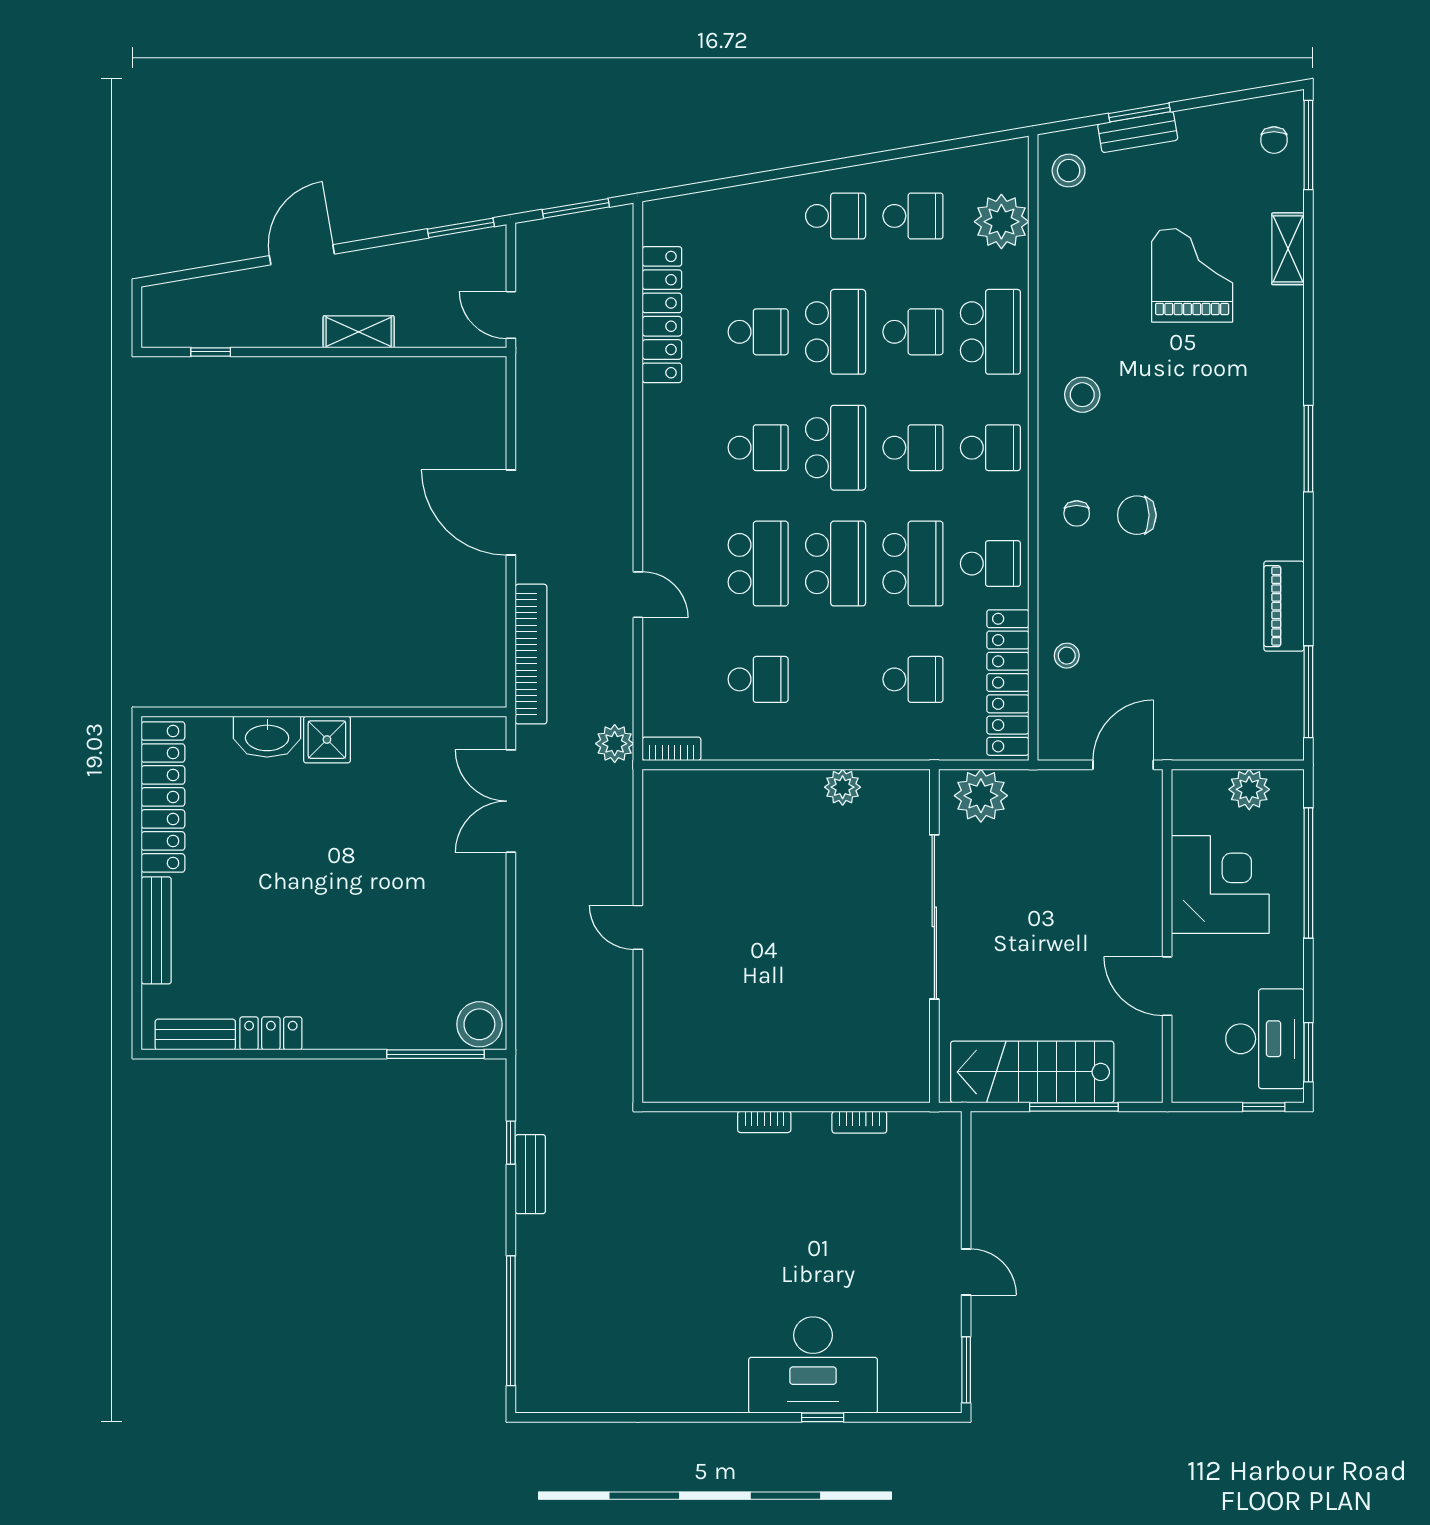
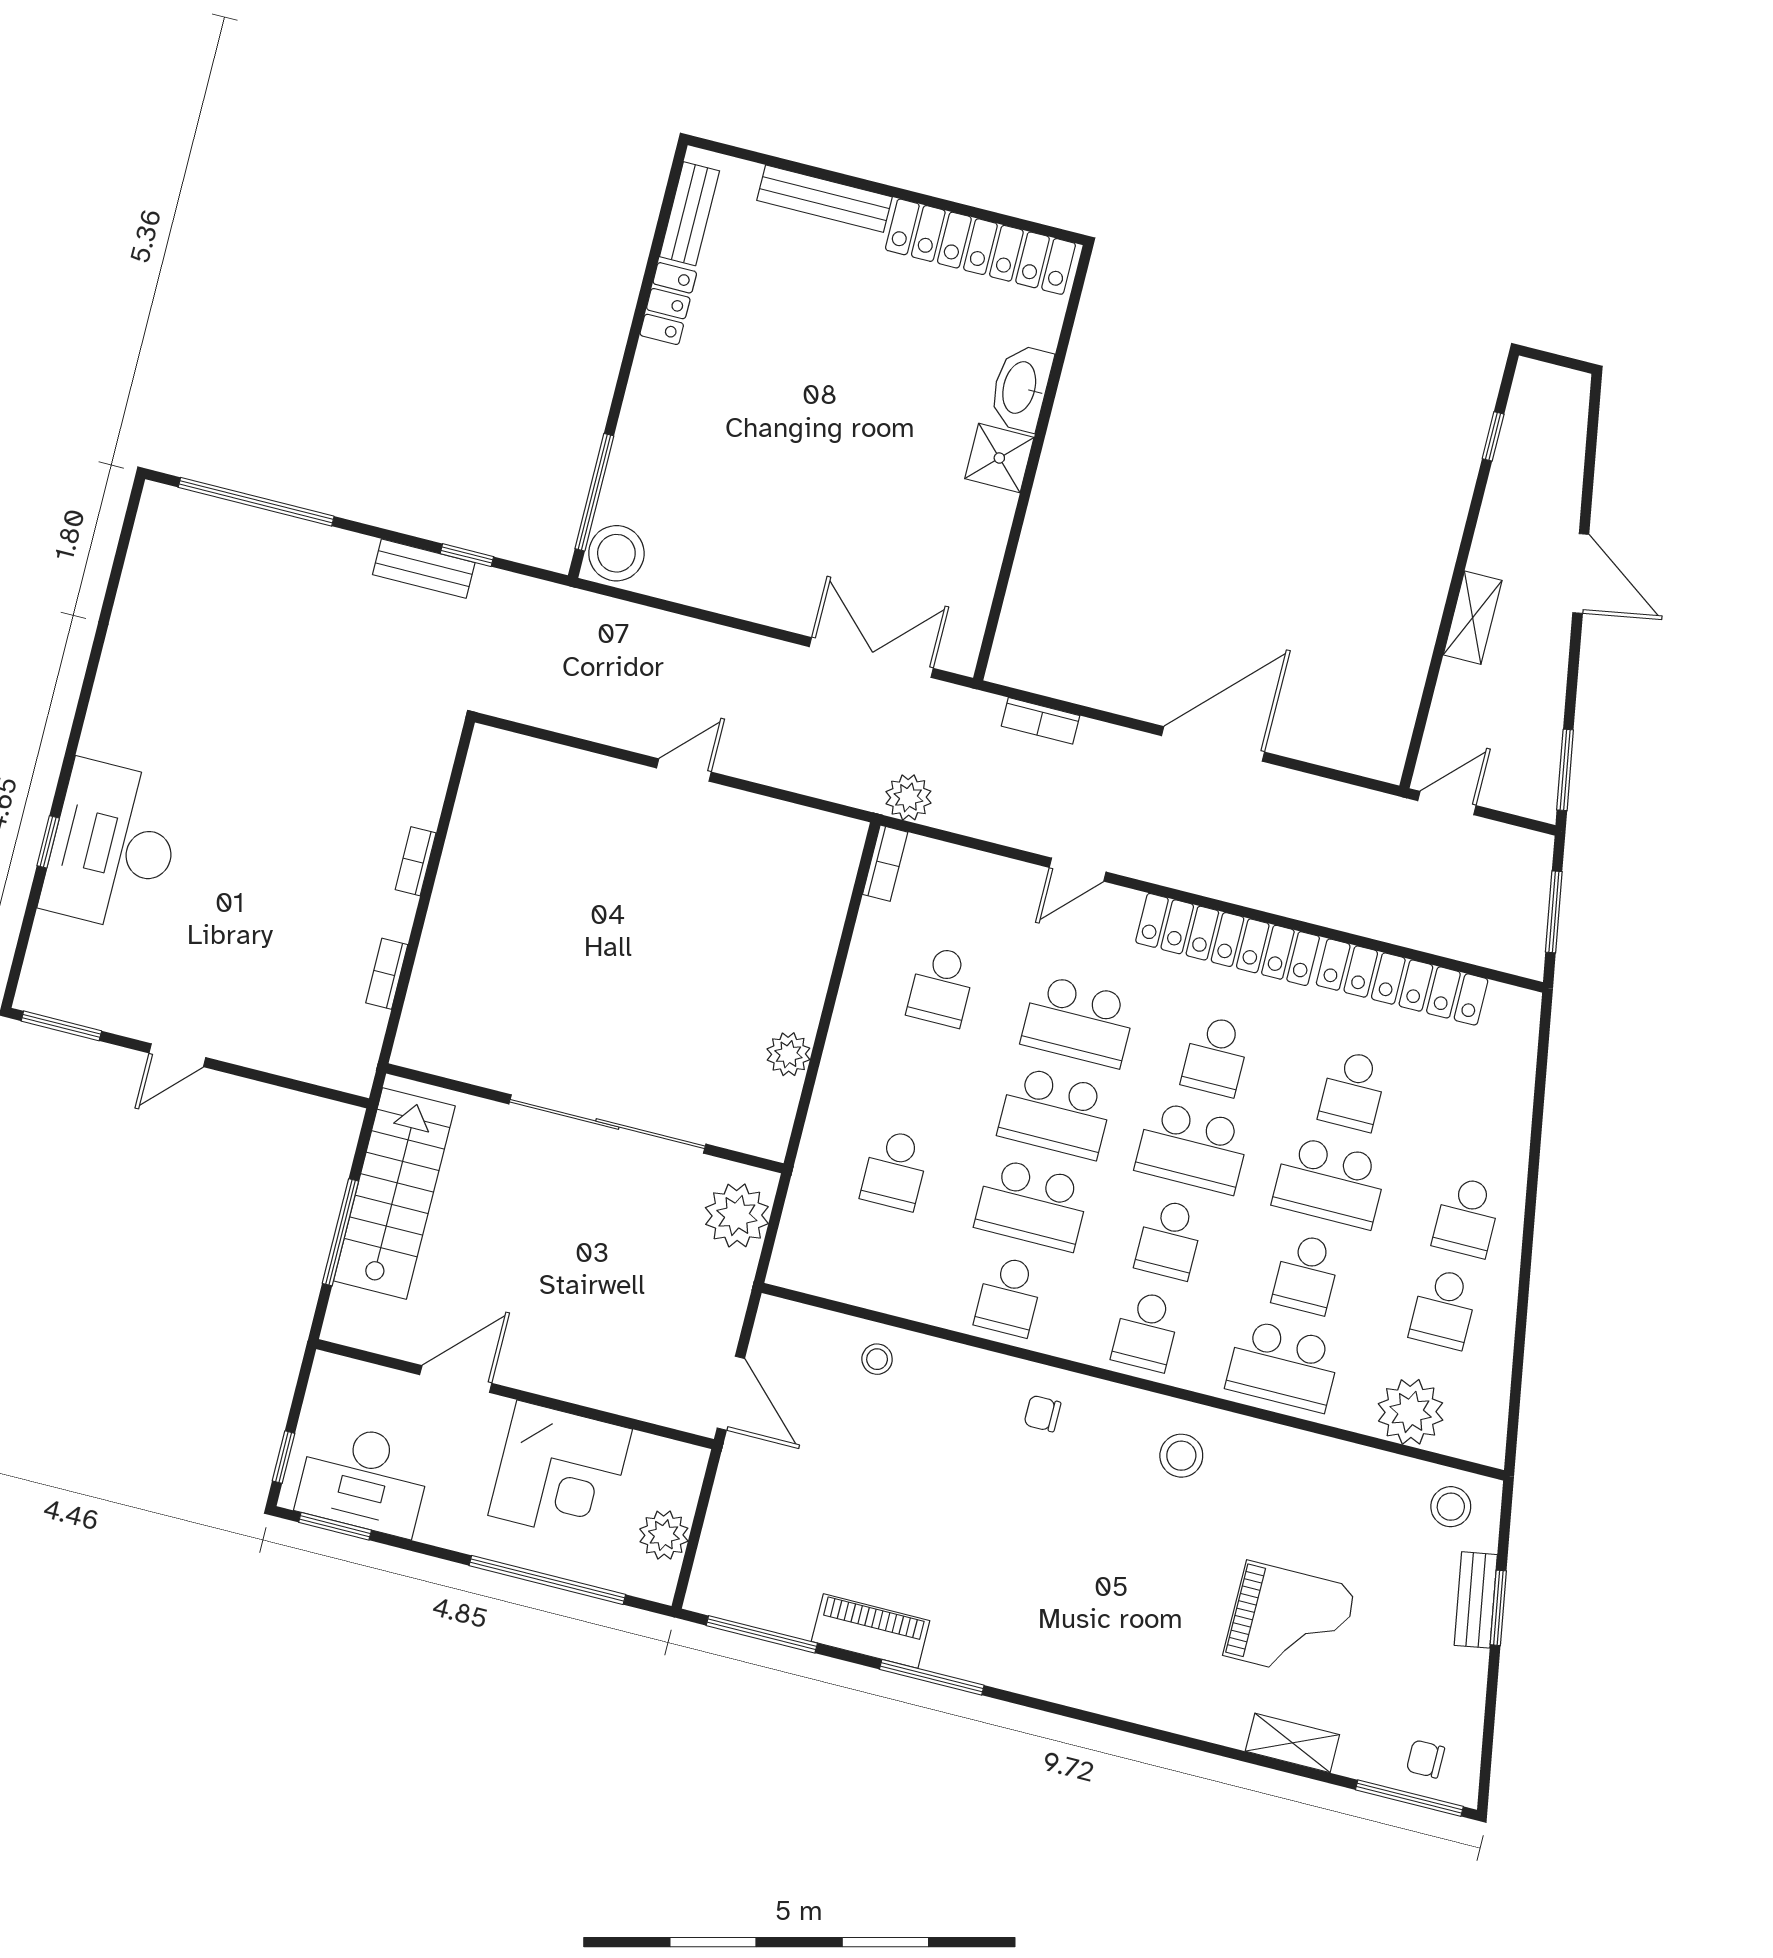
window: (1308, 449) -> (932, 1677), moved
chair: (1137, 515) -> (1022, 1484), removed
bookcase: (531, 654) -> (1041, 721), width x0.43, depth x0.76
locker: (1008, 683) -> (1228, 939), moved, turned 180

